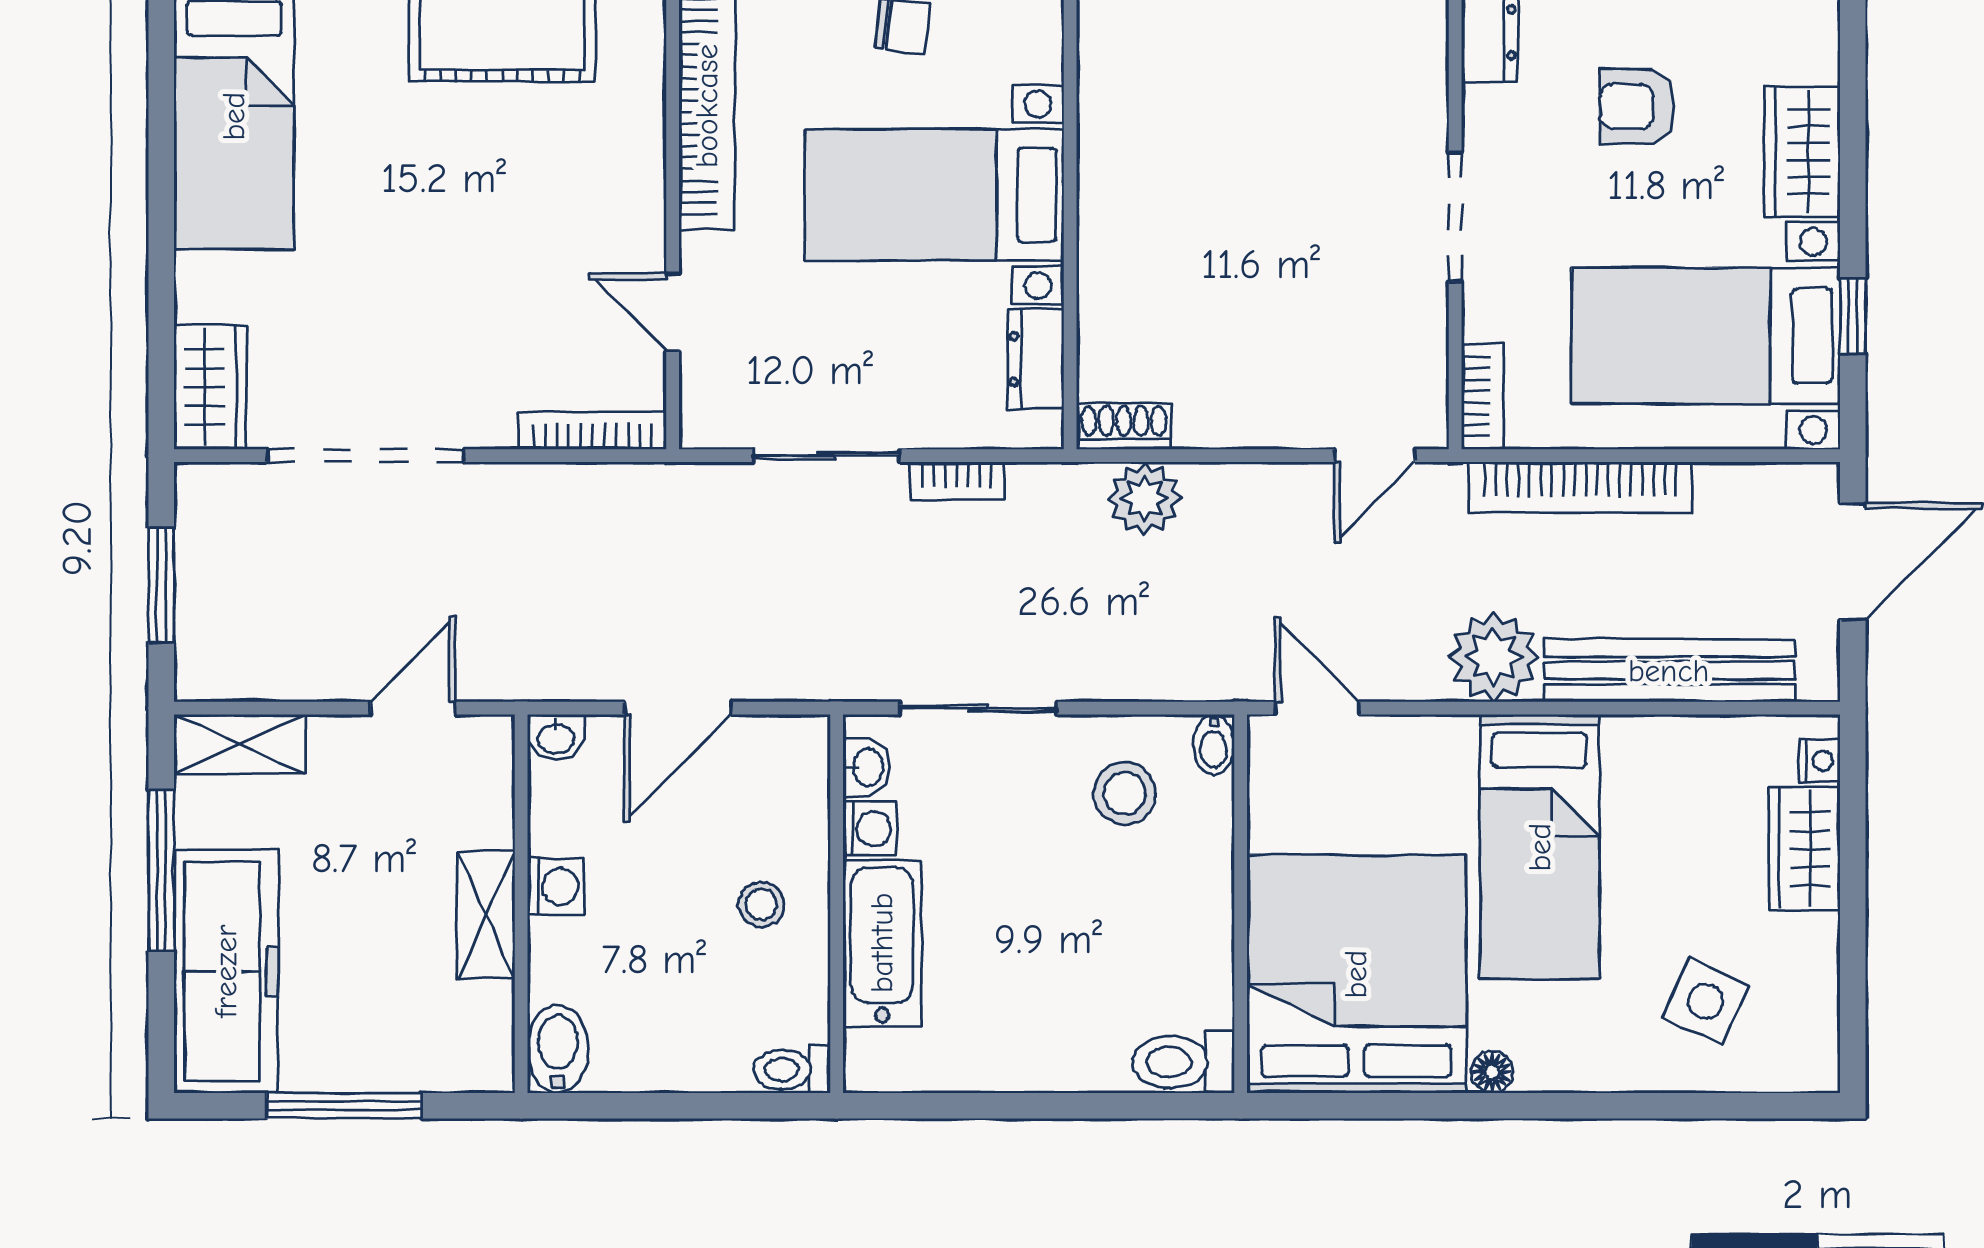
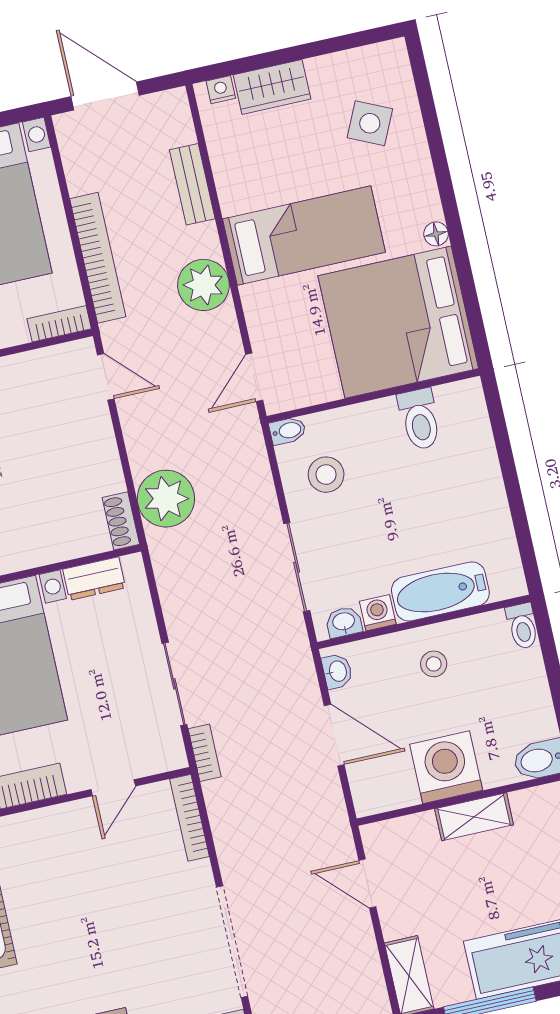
bookcase: (957, 481) -> (205, 753), moved
plant: (1145, 498) -> (166, 499), width x1.36, depth x1.36
bench: (1669, 671) -> (192, 184), width x0.54, depth x0.82
washbasin: (556, 737) -> (337, 671), moved
washing machine: (556, 886) -> (446, 767), width x1.89, depth x1.89
toilet: (1183, 1062) -> (420, 419), moved

